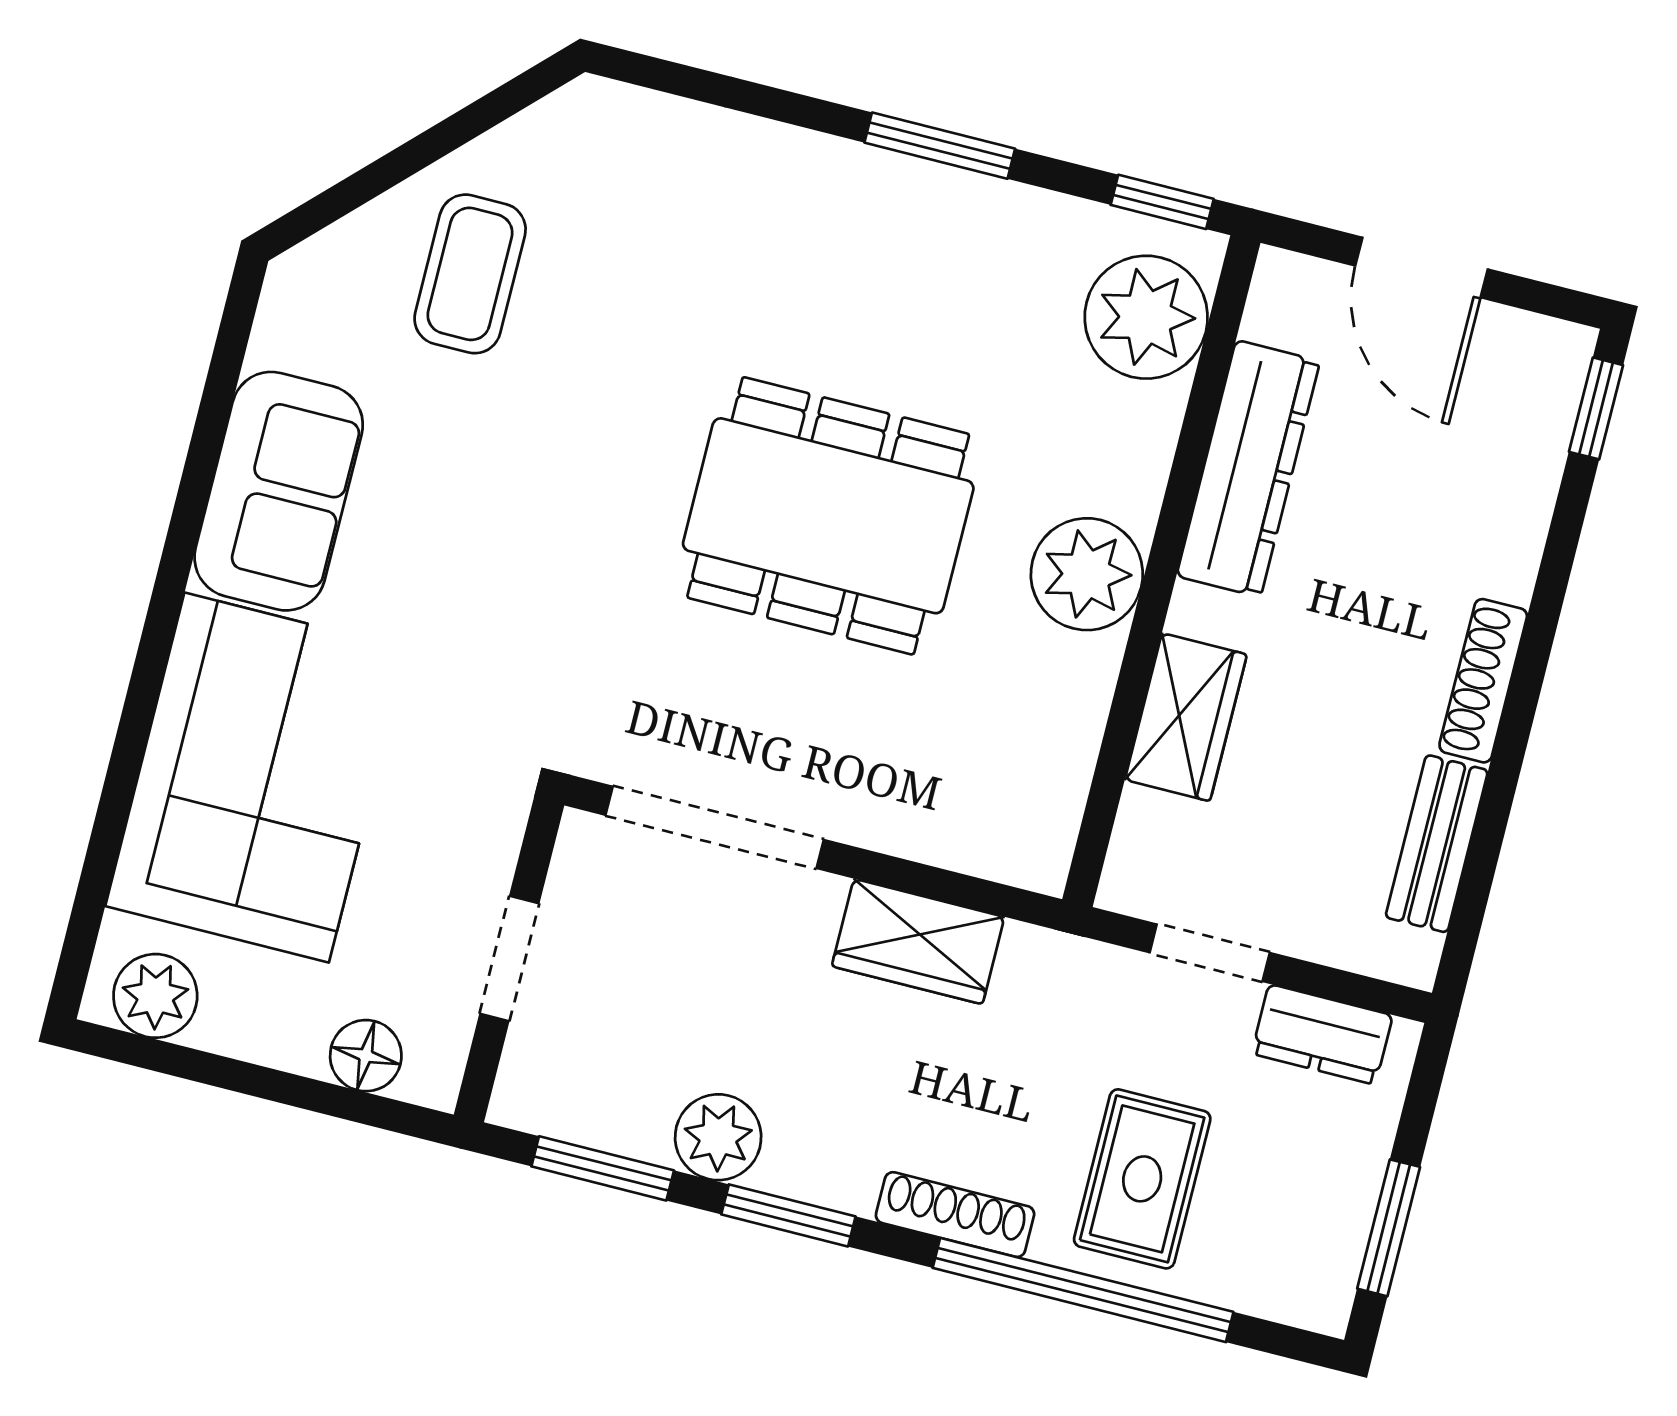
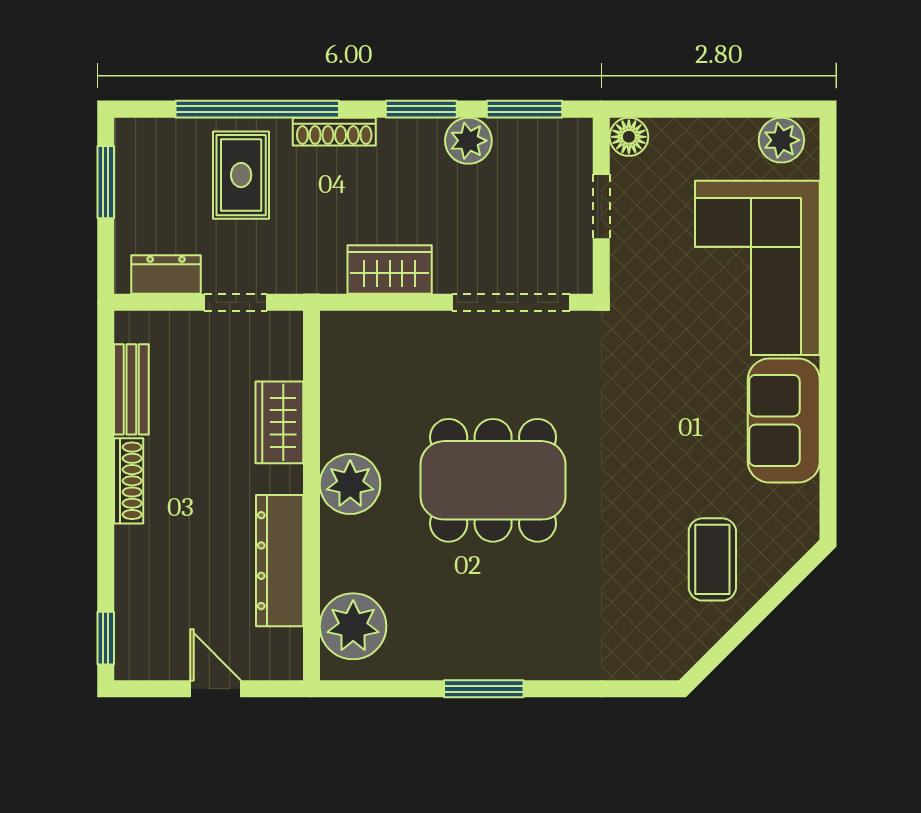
window: (1162, 202) -> (360, 689), removed
door: (1421, 268) -> (216, 689), width x0.73
floor lamp: (366, 1056) -> (629, 137), moved

